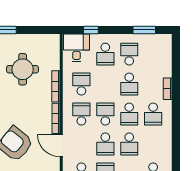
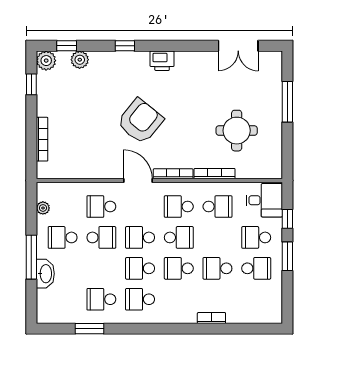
window: (144, 30) -> (287, 256), moved
school desk: (81, 114) -> (179, 207), turned 180
school desk: (153, 114) -> (140, 299), moved
door: (61, 146) -> (138, 180), hinge flipped

